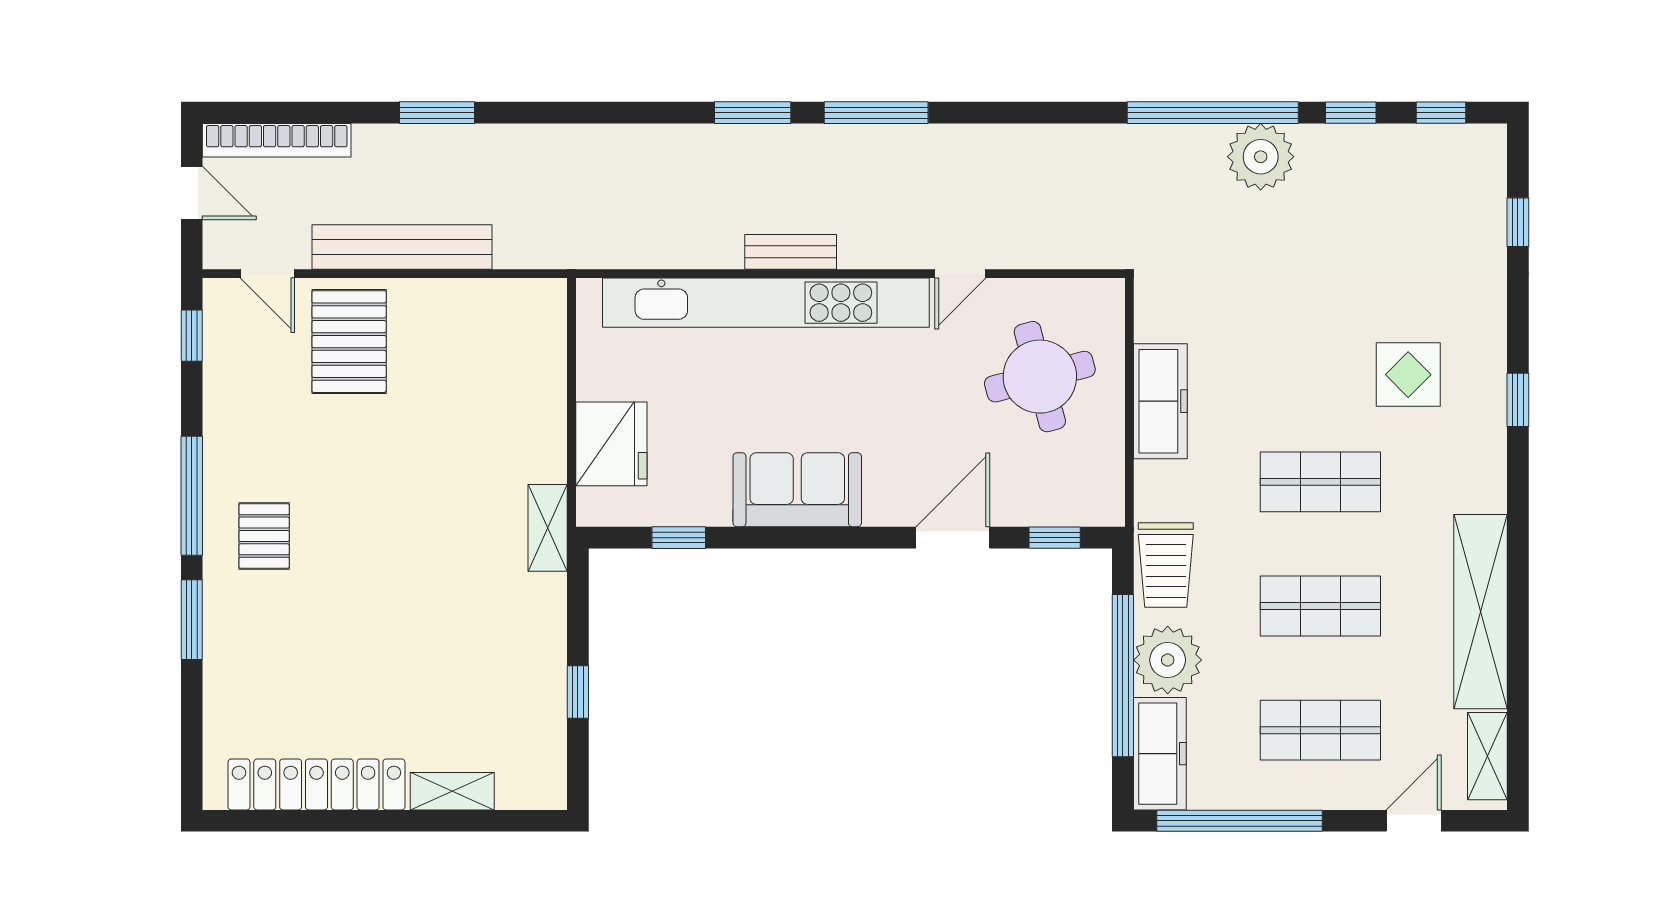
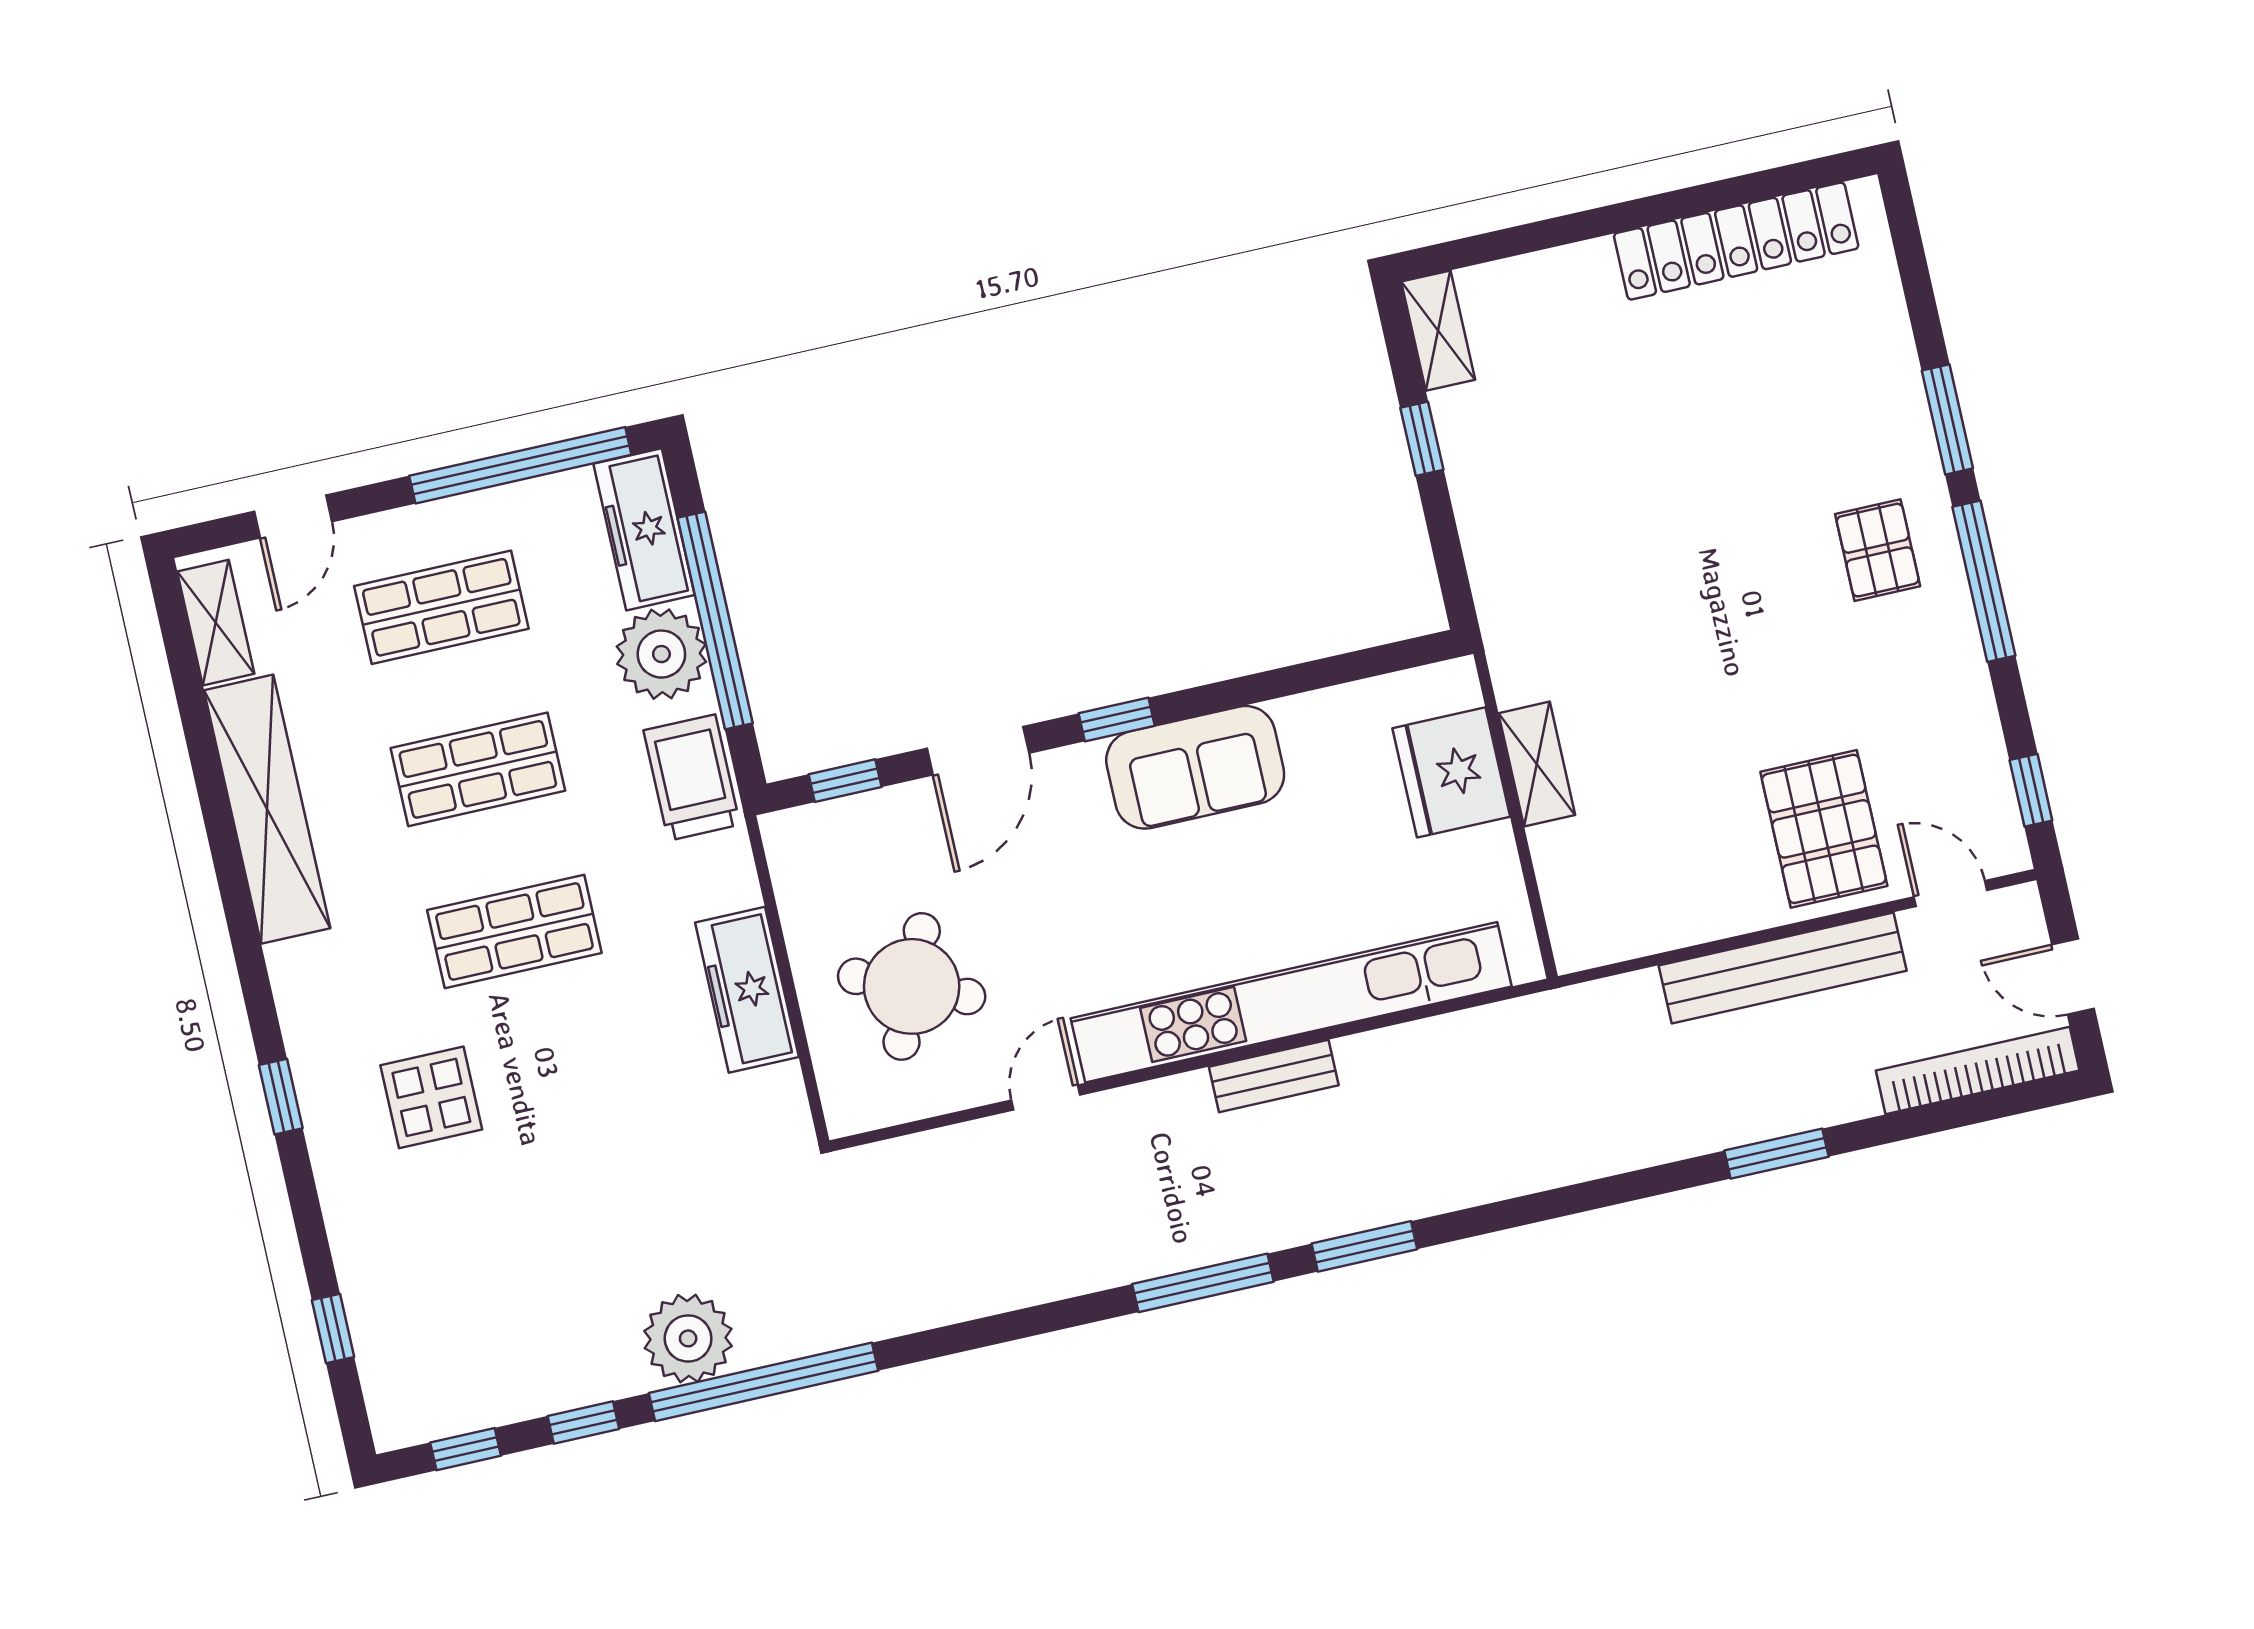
round table: (1040, 377) -> (912, 986), turned 38
shelving: (548, 528) -> (1537, 764), moved
window: (679, 538) -> (1117, 719), moved
shelving: (452, 791) -> (1438, 331), moved, turned 90

